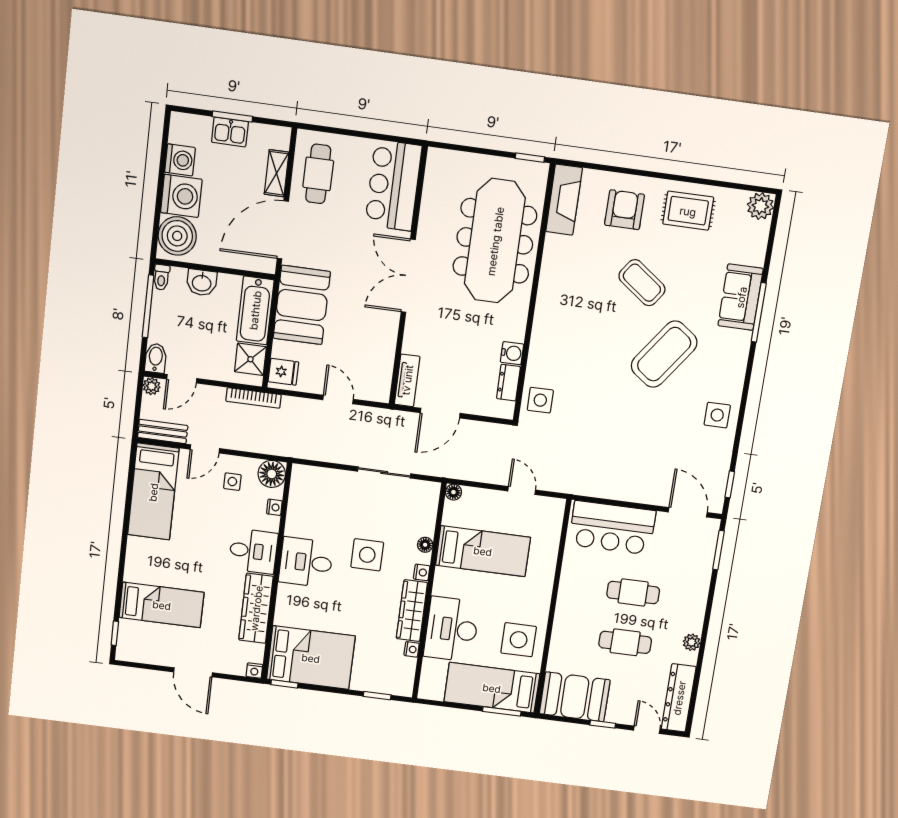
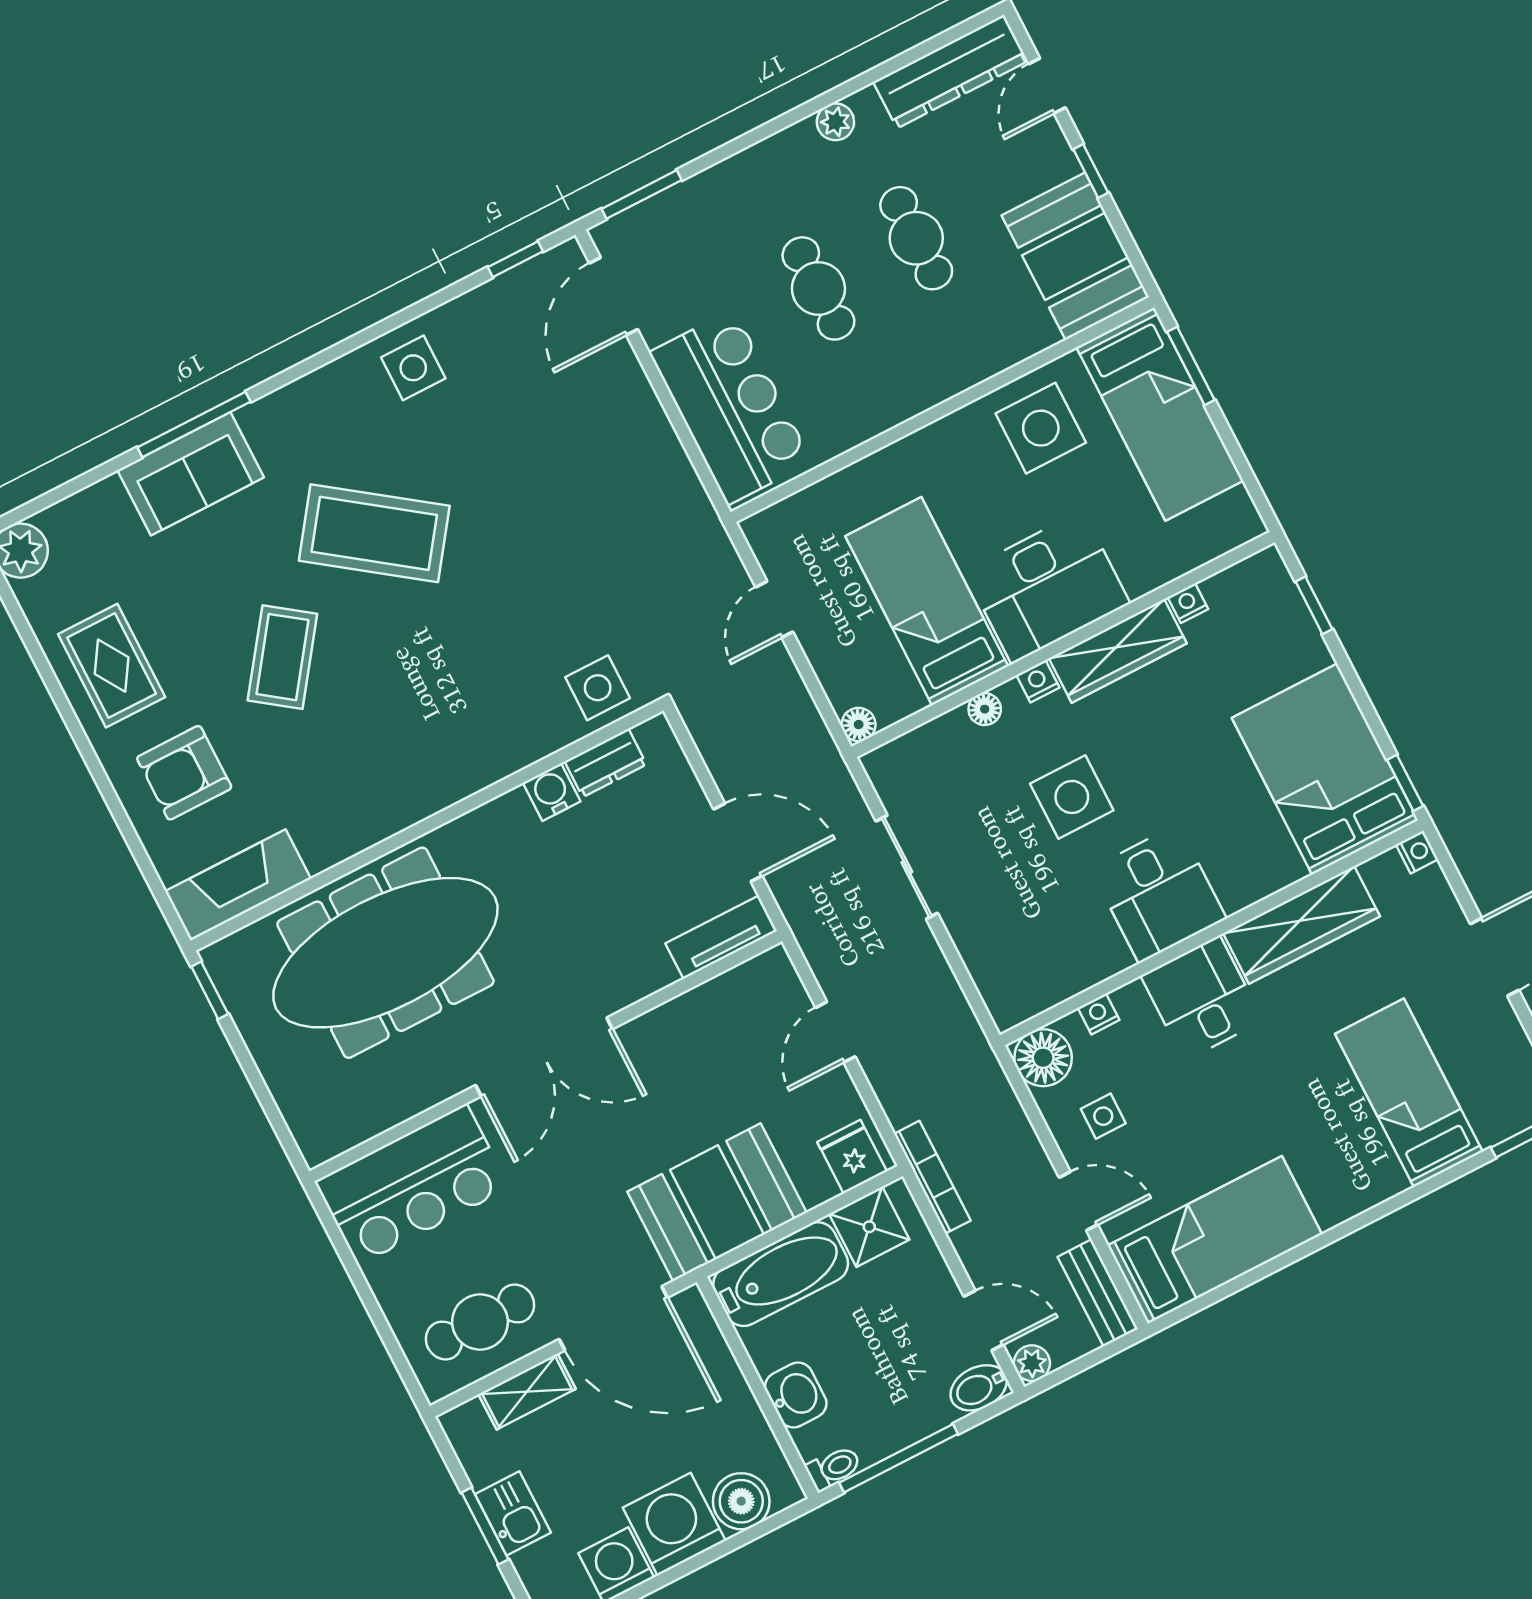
boiler: (177, 236) -> (741, 1501), width x0.73, depth x0.73
desk: (452, 629) -> (1047, 587), moved

